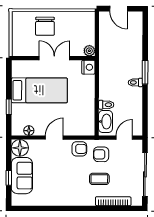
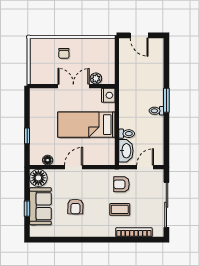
chair: (45, 26) -> (64, 53), width x0.54, depth x0.54
plant: (89, 51) -> (96, 78), moved
bed: (39, 90) -> (86, 125), moved, turned 180
armchair: (79, 149) -> (75, 207), moved, turned 91

